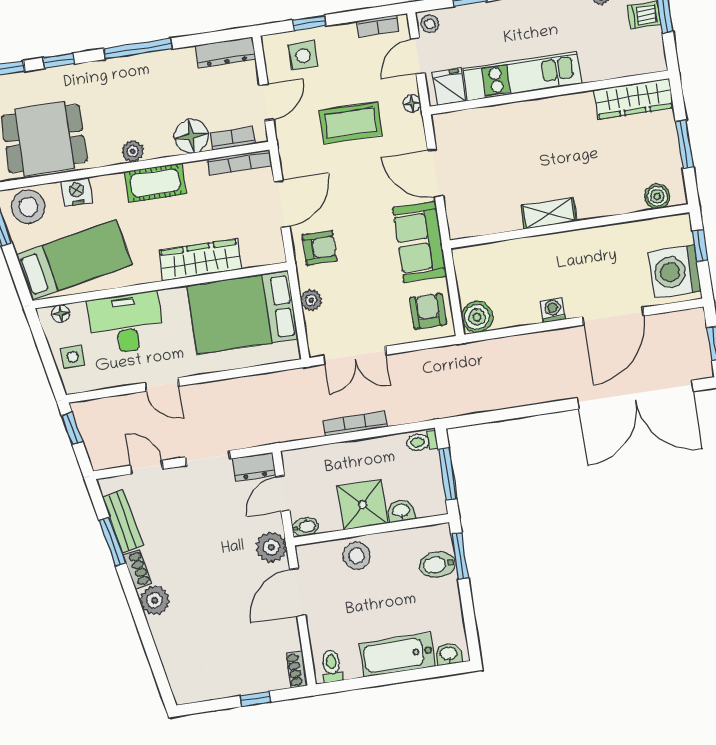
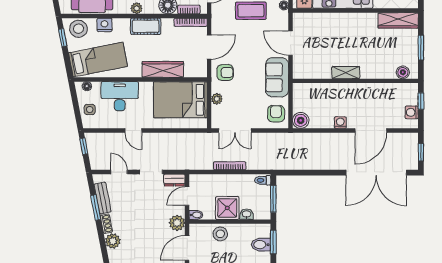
washing machine: (675, 272) -> (412, 112), width x0.53, depth x0.53

